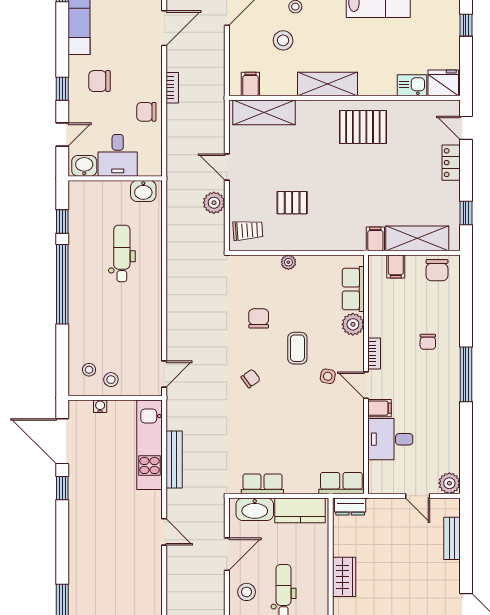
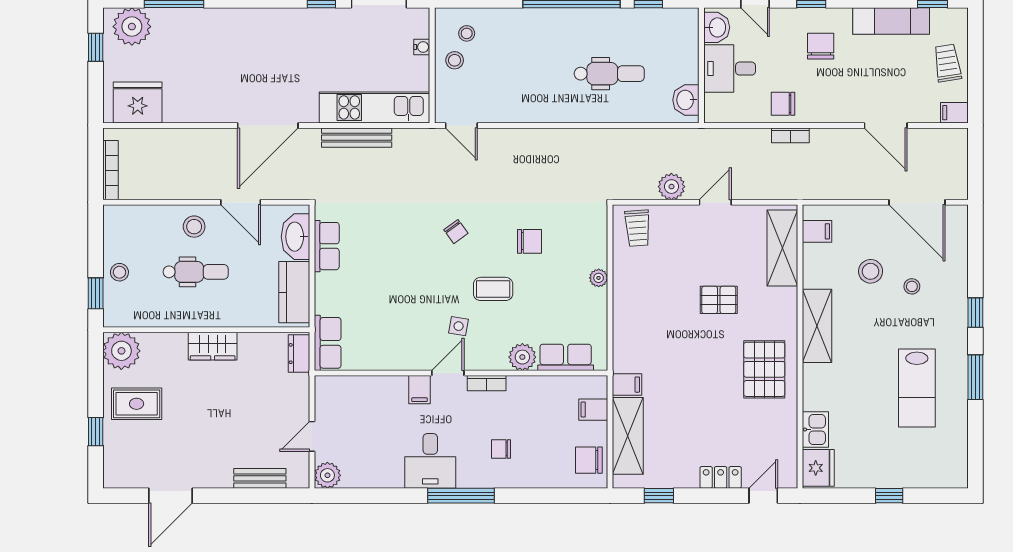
bookcase: (172, 88) -> (790, 135), moved
chair: (146, 112) -> (783, 104), turned -90
pallet: (292, 203) -> (719, 300), moved, turned 90
desk: (390, 439) -> (430, 461), moved, turned 180
door: (164, 532) -> (268, 125), width x1.88

